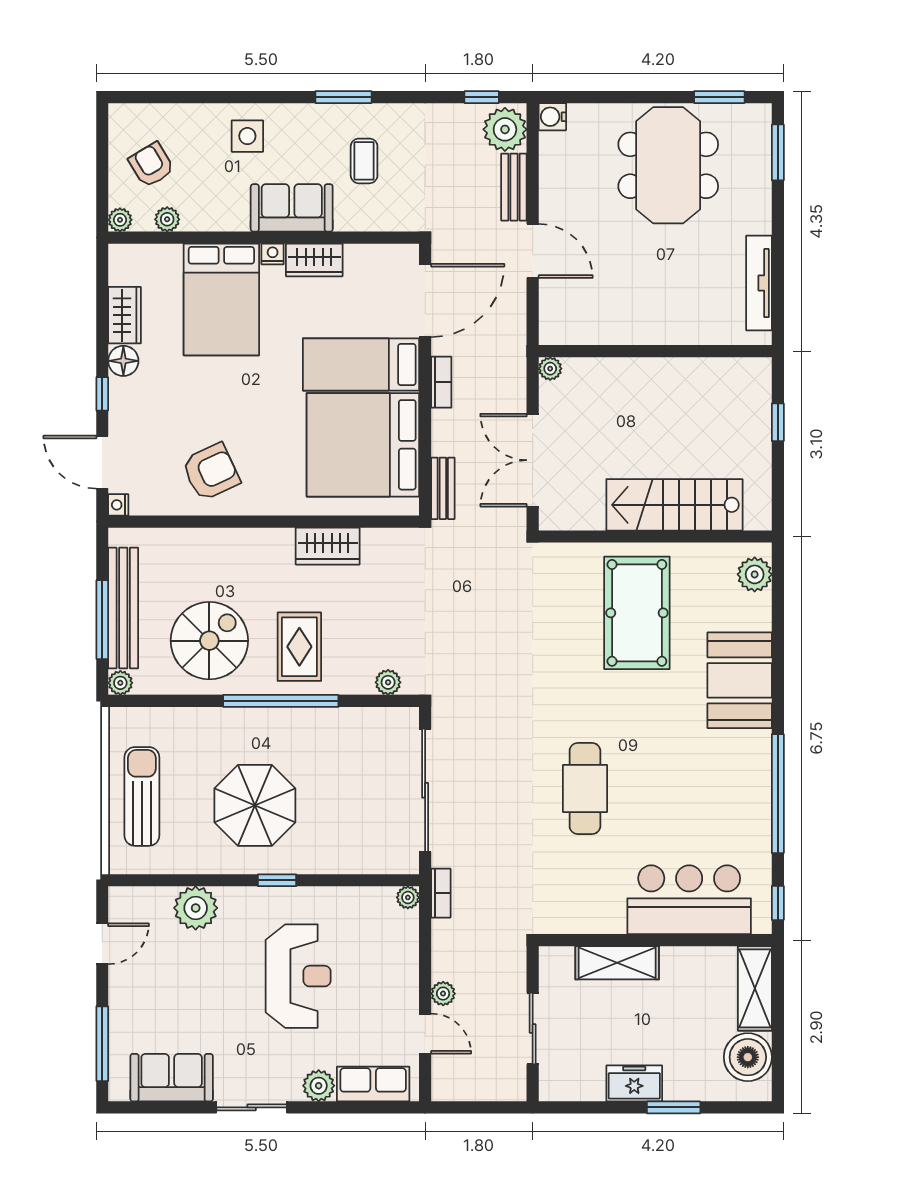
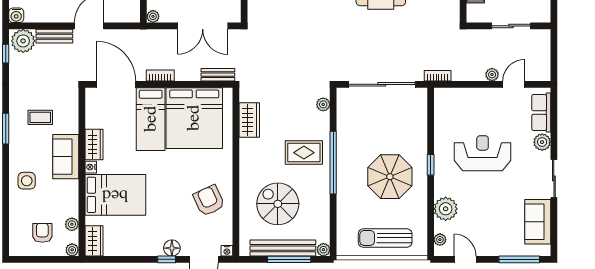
armchair: (151, 165) -> (42, 233), turned 121
wardrobe: (125, 315) -> (94, 241), moved, turned 90
floor lamp: (123, 361) -> (172, 248), moved
wardrobe: (328, 546) -> (249, 120), moved
spiral stairs: (209, 641) -> (278, 204), moved
plant: (408, 897) -> (440, 240), moved

